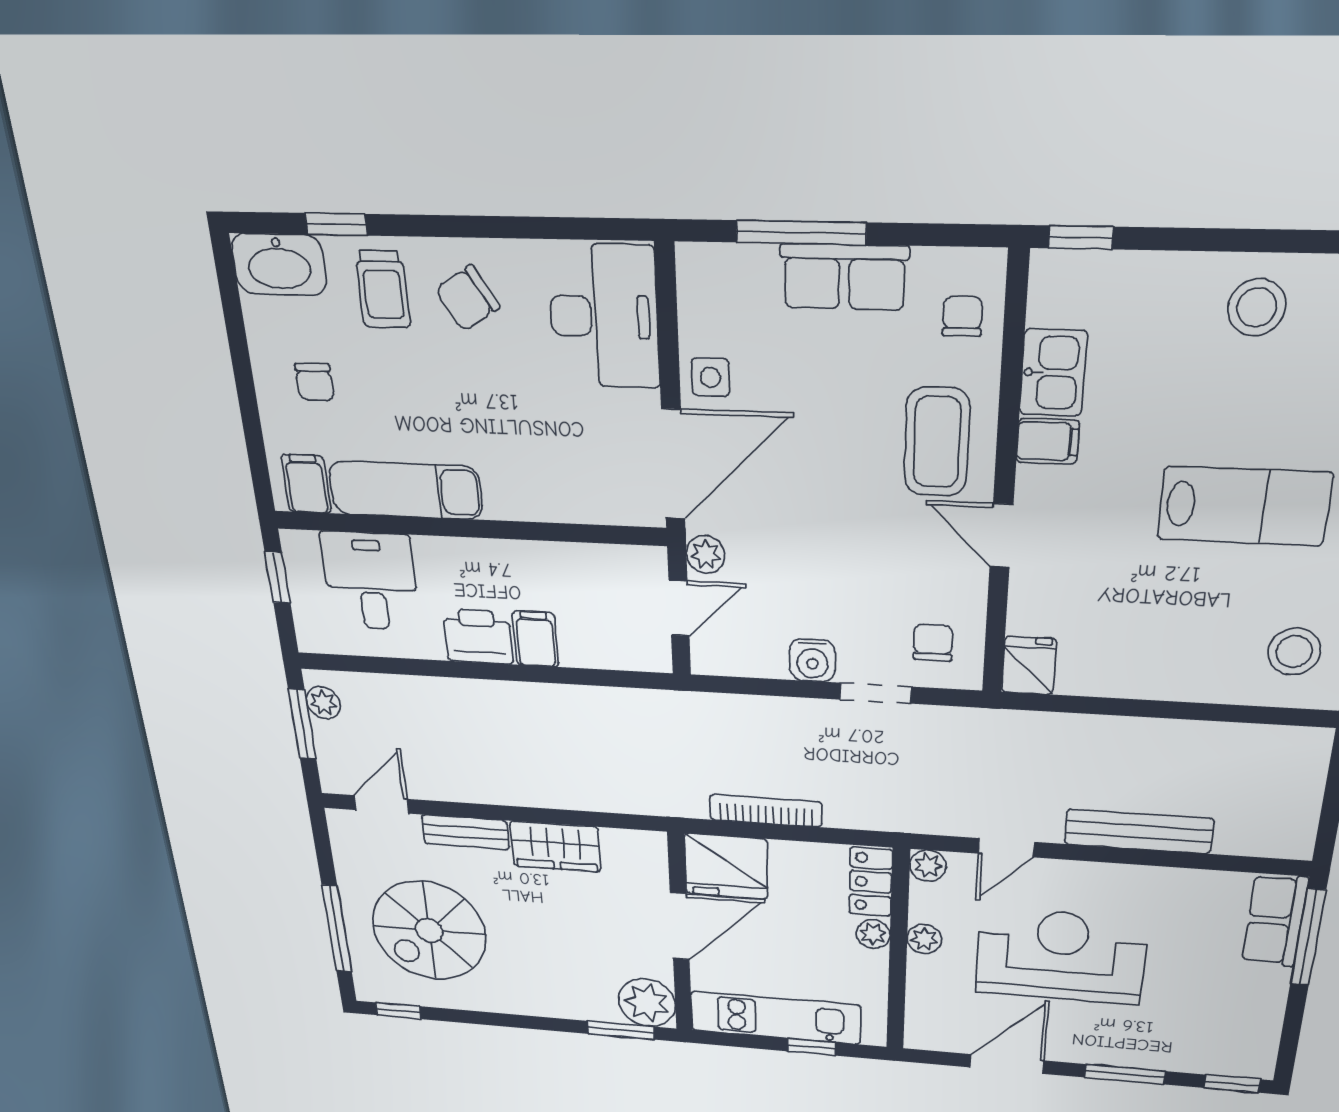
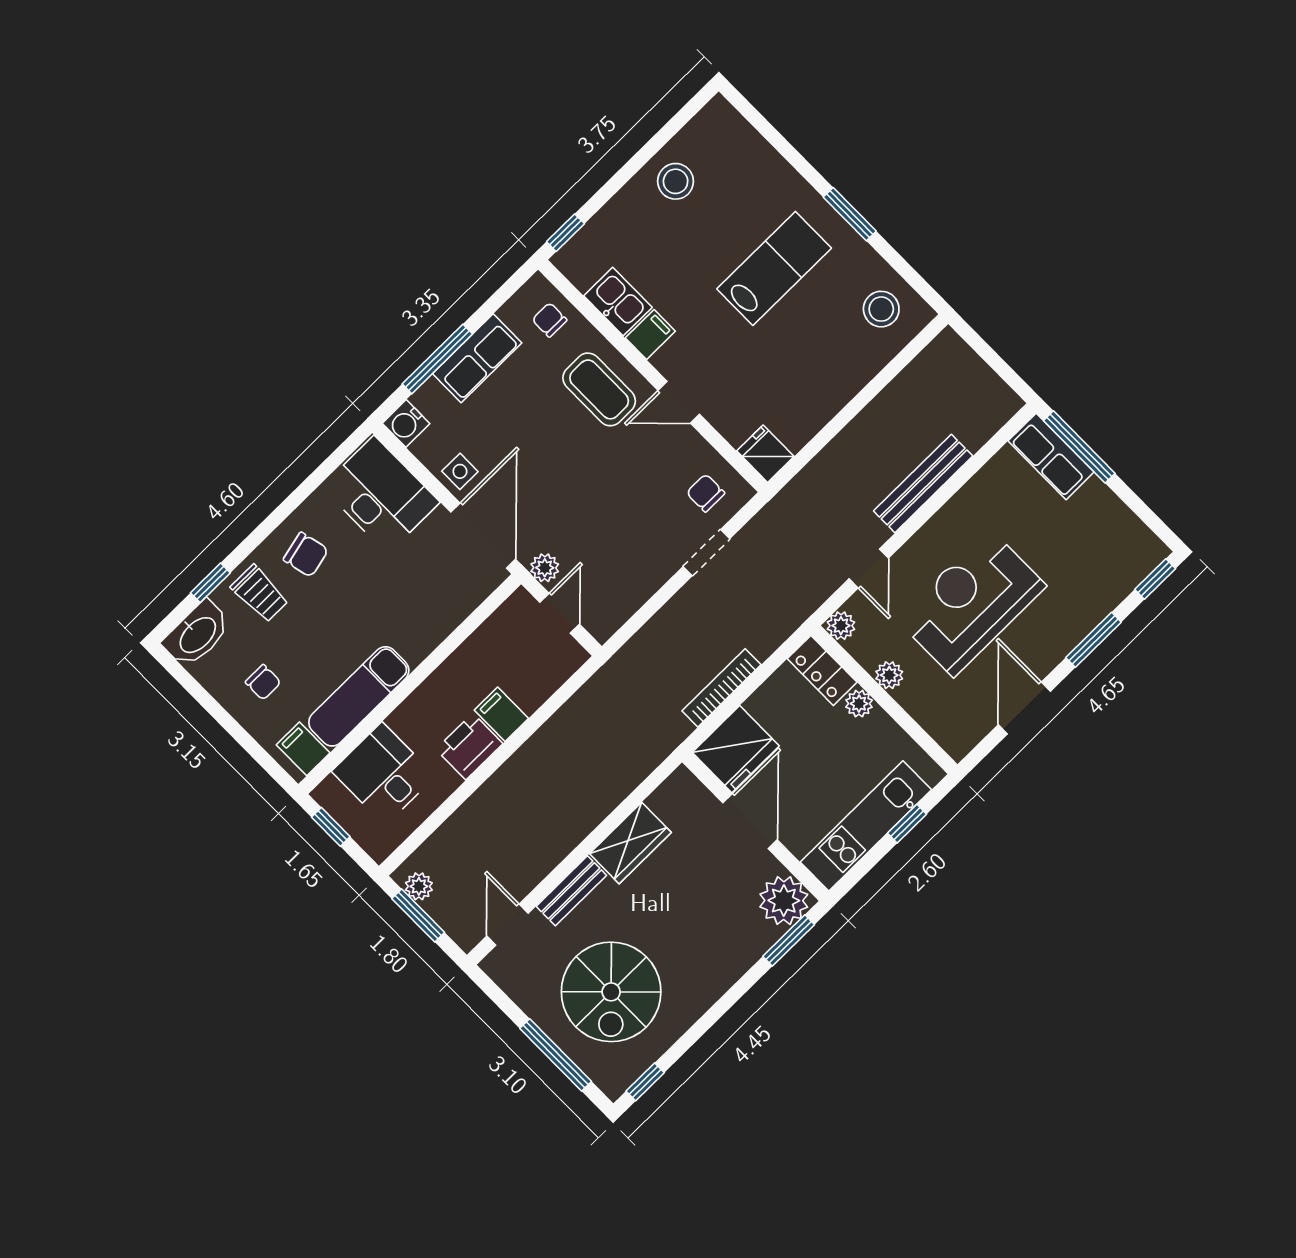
chair: (467, 298) -> (306, 555), turned -71
water cooler: (812, 660) -> (406, 423), moved, turned 90

